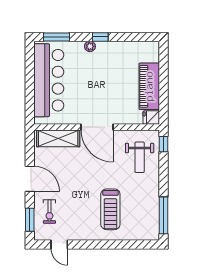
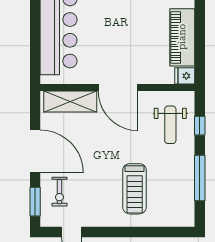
window: (163, 144) -> (200, 126), moved
door: (30, 179) -> (35, 151), width x1.36
window: (163, 215) -> (200, 178), moved

